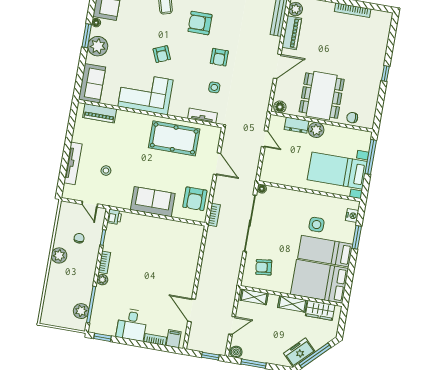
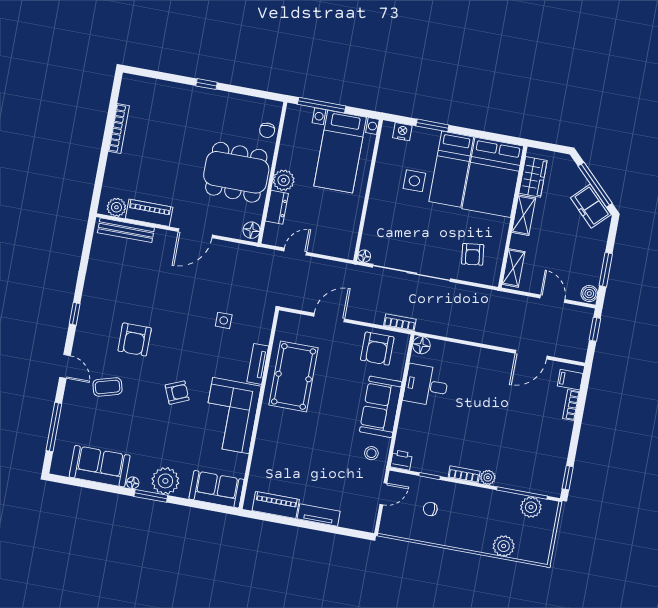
armchair: (219, 57) -> (182, 313), removed
door: (277, 66) -> (195, 233), swing flipped
piano: (100, 113) -> (276, 505), moved, turned -90
tv unit: (203, 116) -> (258, 364), moved
tv unit: (73, 163) -> (319, 515), width x0.71
stool: (106, 171) -> (371, 453), moved
armchair: (195, 199) -> (377, 349), turned 90
floor lamp: (198, 231) -> (421, 345), added
plant: (59, 255) -> (504, 546), moved
desk: (132, 325) -> (426, 385), moved, turned 180

